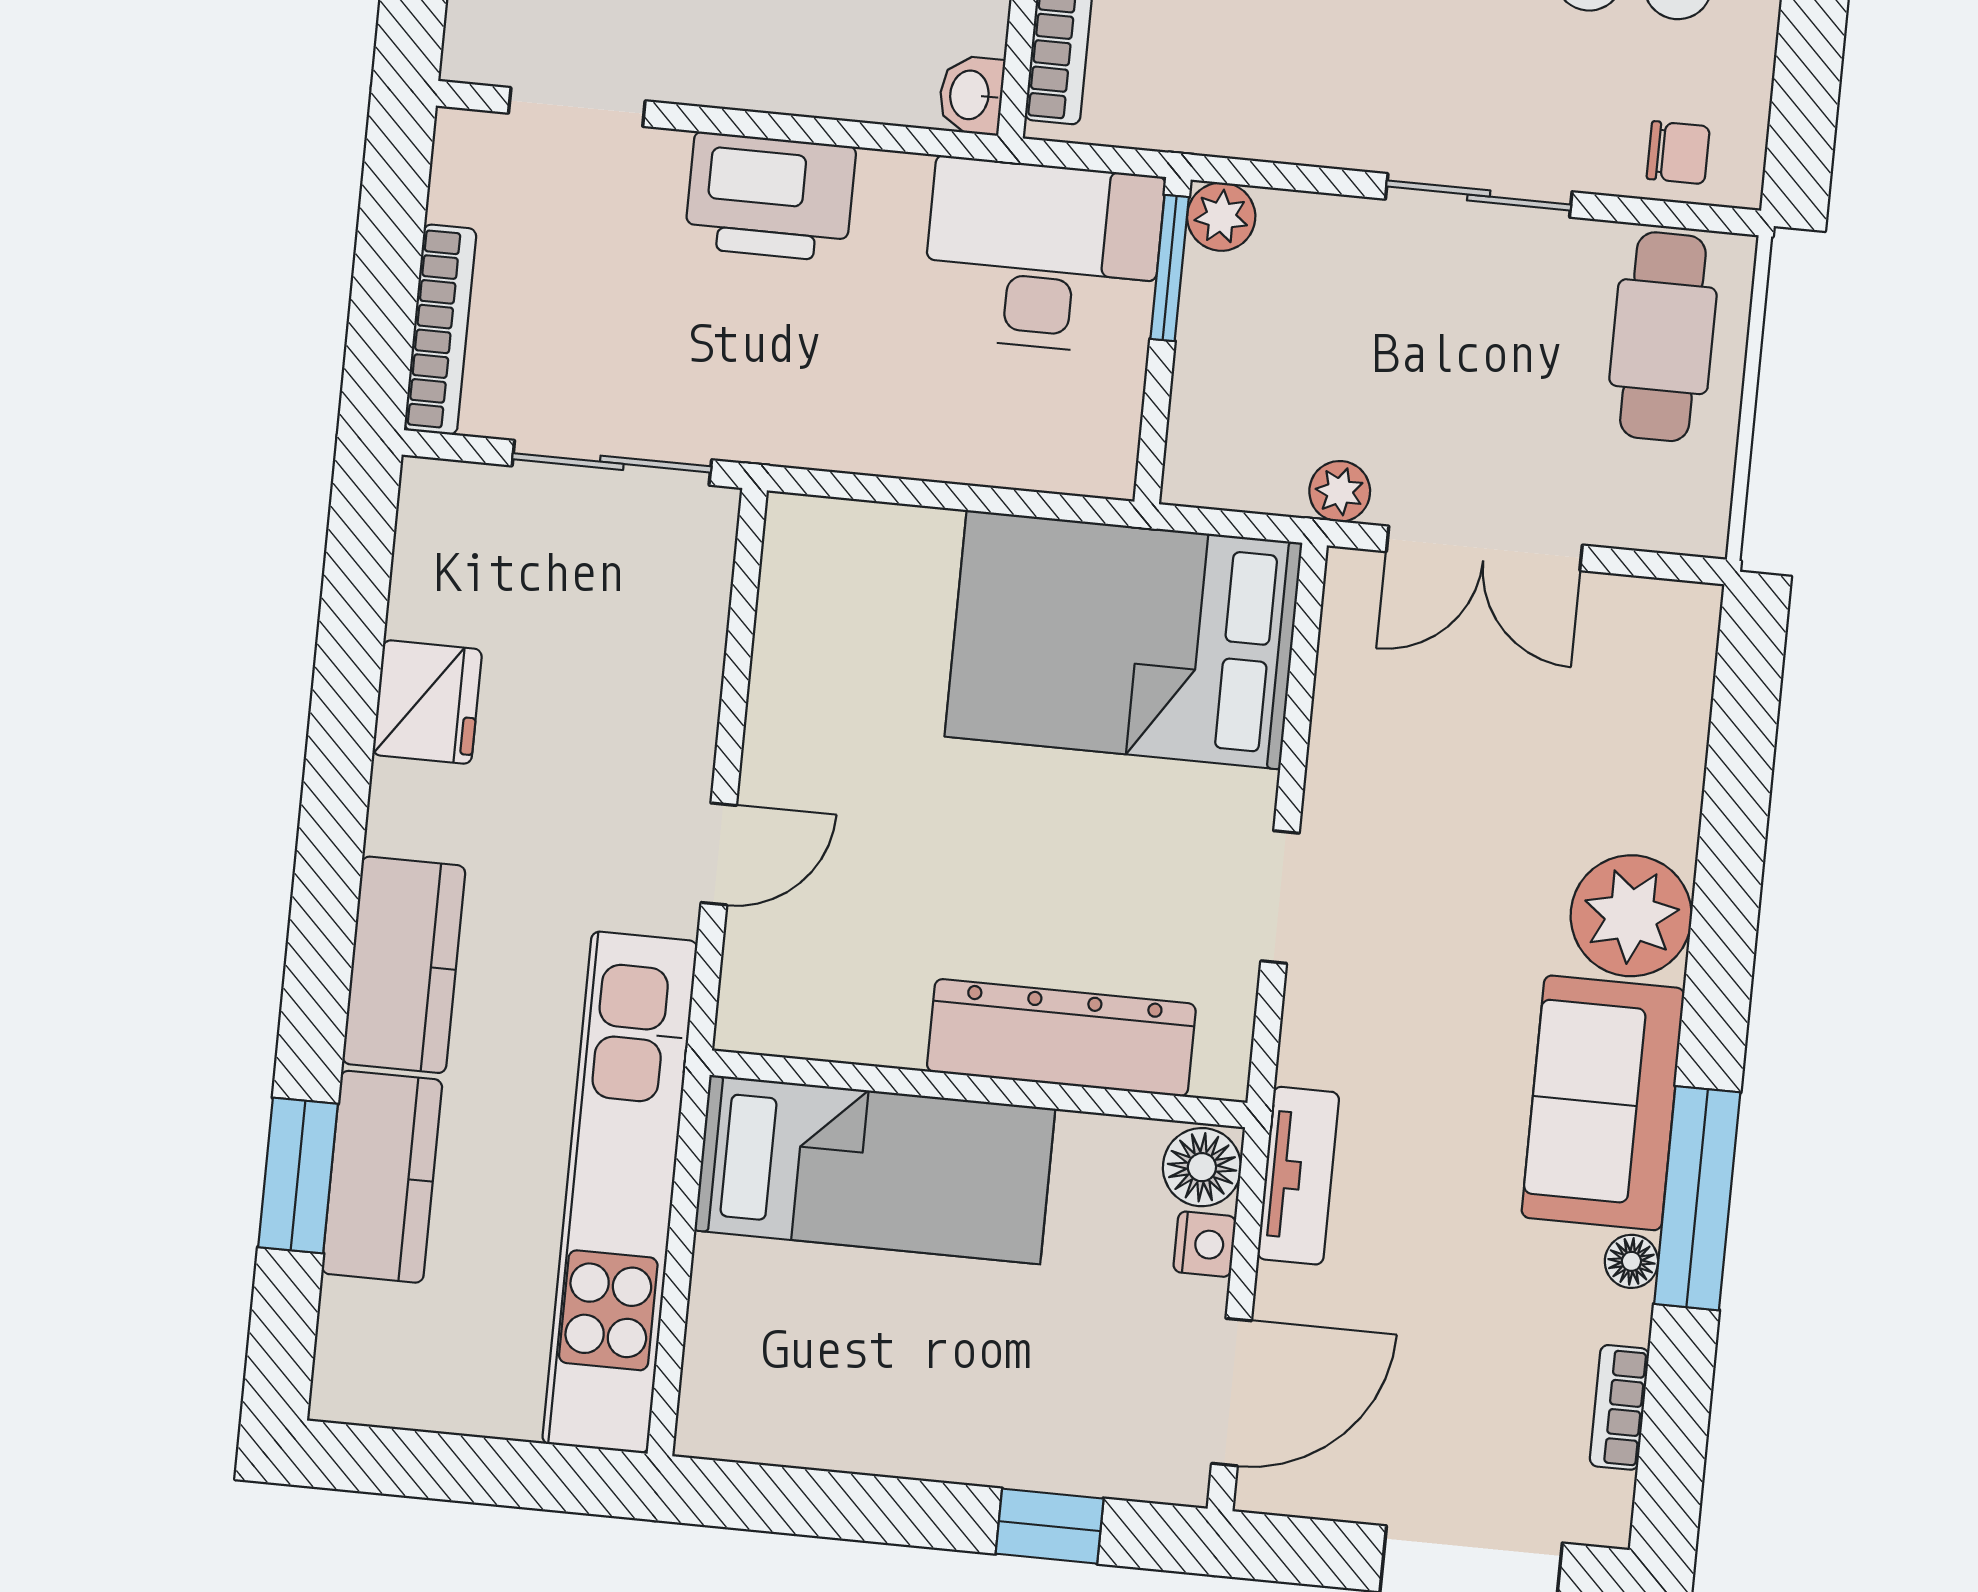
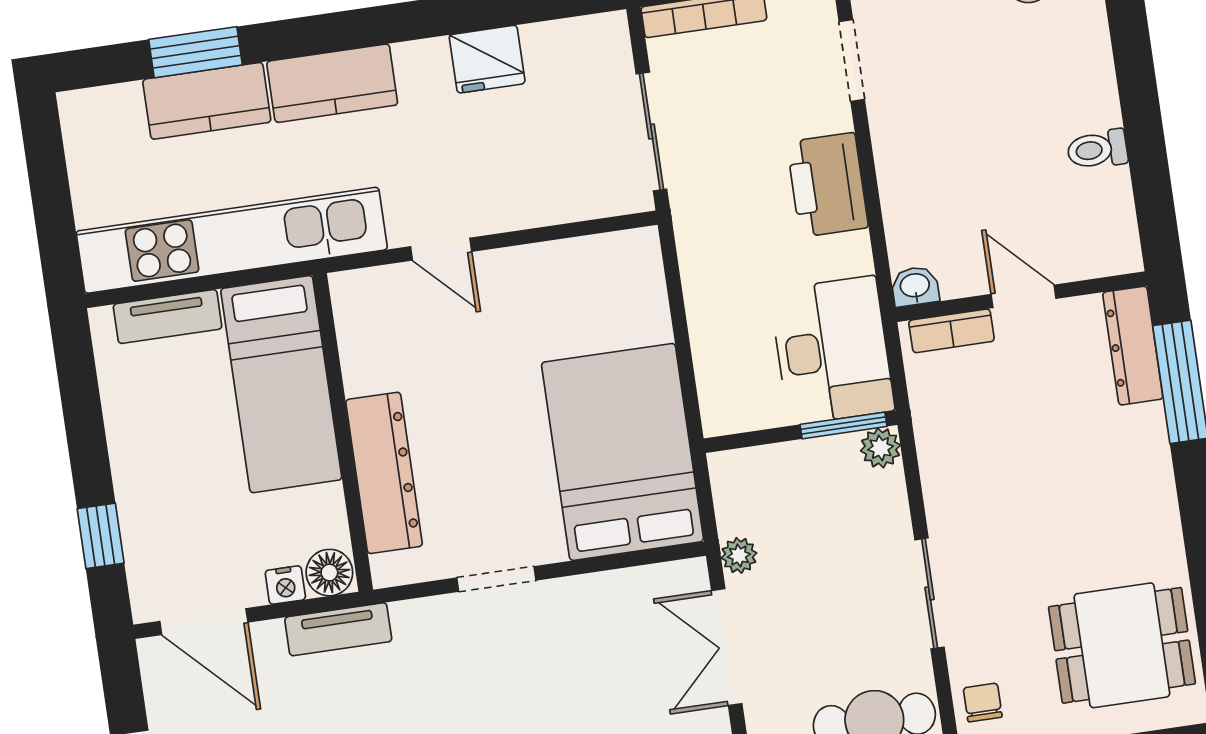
chair: (1678, 153) -> (983, 702), turned 180
tv unit: (718, 1328) -> (168, 317), added

